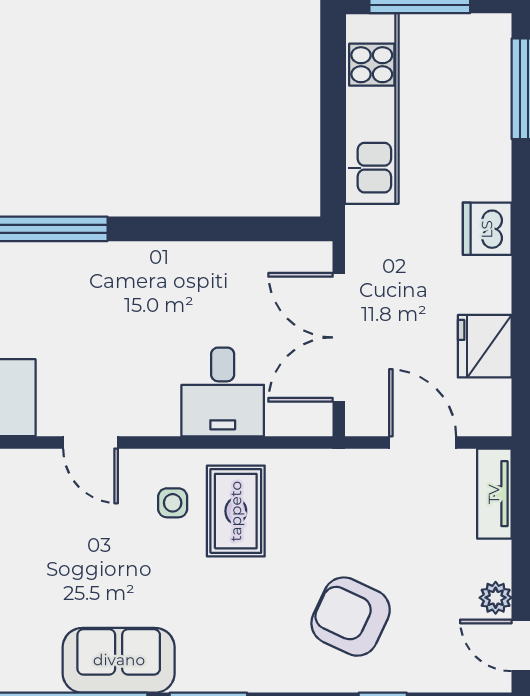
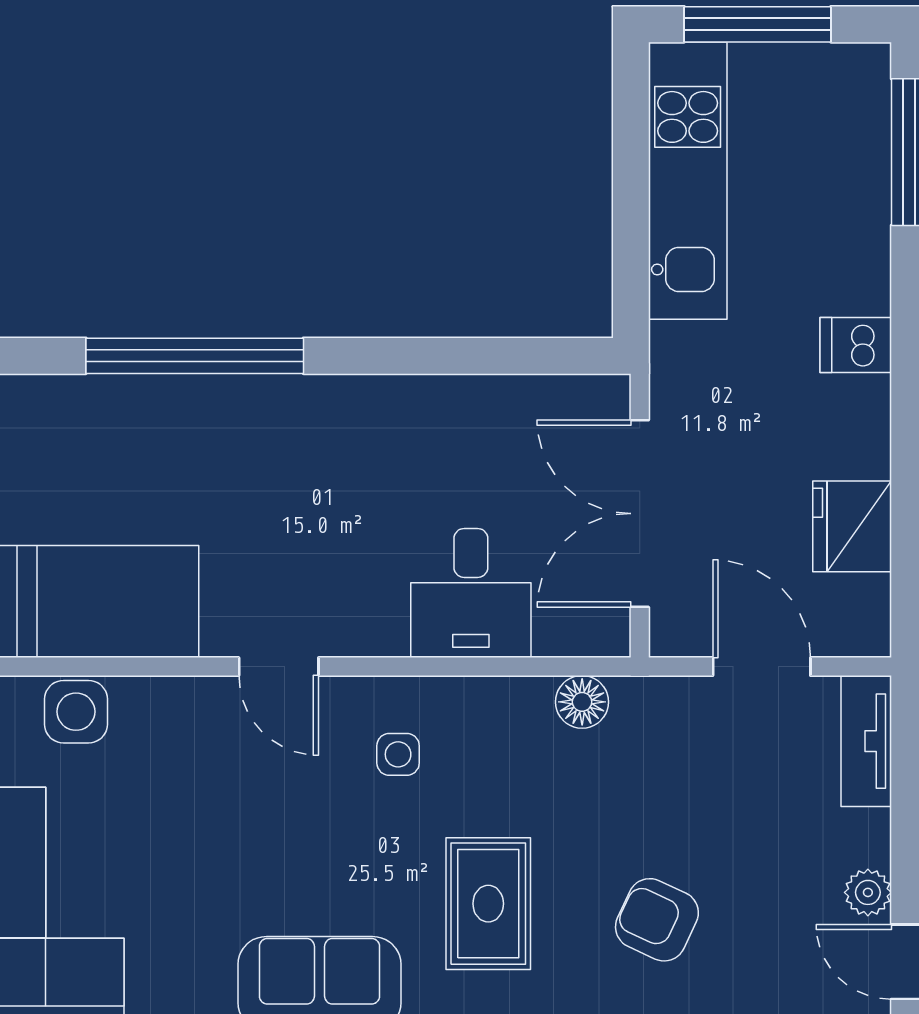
dishwasher: (487, 229) -> (856, 345), width x0.73
floor lamp: (299, 467) -> (582, 702), added
rug: (236, 511) -> (488, 904), moved
armchair: (351, 617) -> (657, 920), width x0.72, depth x0.72

